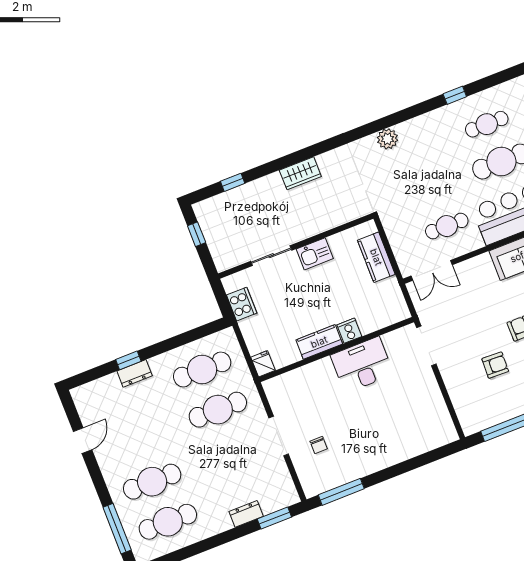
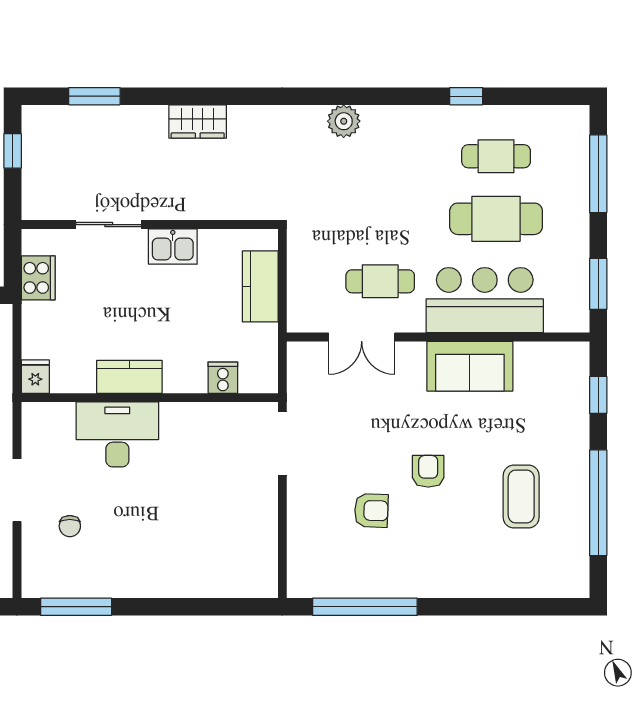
window: (233, 182) -> (94, 96), width x1.50
double door: (432, 270) -> (362, 337), moved
cooker: (349, 331) -> (223, 378), moved
desk: (362, 365) -> (117, 434), moved

